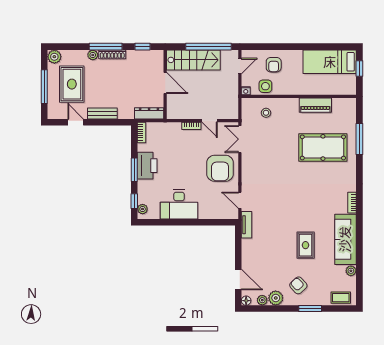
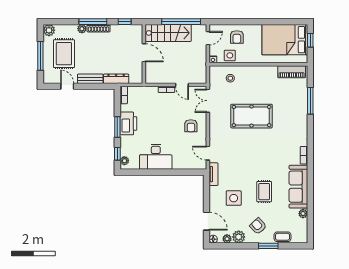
bed: (330, 62) -> (285, 40), width x1.50
piano: (315, 105) -> (292, 72), moved
dresser: (149, 113) -> (116, 79), moved
pool table: (323, 147) -> (252, 116), moved
armchair: (220, 168) -> (191, 126), width x0.53, depth x0.53
side table: (270, 253) -> (234, 198), added
coffee table: (341, 298) -> (282, 237), moved

